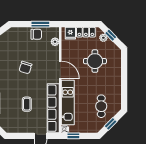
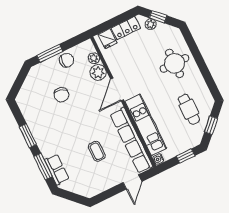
window: (40, 24) -> (50, 53), moved
plant: (53, 52) -> (98, 72), added
round table: (95, 61) -> (174, 63), moved
chair: (25, 68) -> (61, 95), moved
door: (60, 70) -> (117, 89), swing flipped
window: (73, 136) -> (186, 156), moved

